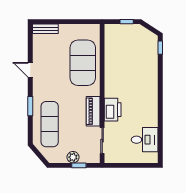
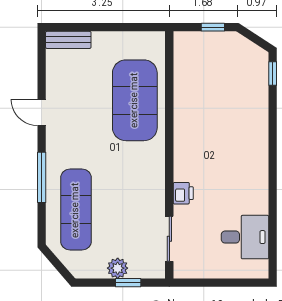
window: (30, 106) -> (42, 177), width x1.44
printer: (113, 110) -> (183, 193), width x0.53, depth x0.68
piano: (93, 111) -> (153, 187), removed

